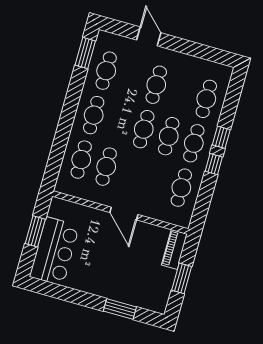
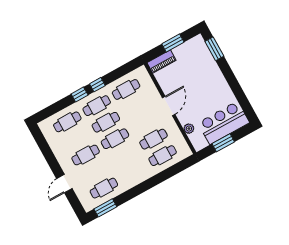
cafe table: (94, 115) -> (133, 172), removed
plant: (82, 211) -> (189, 129), added
window: (120, 309) -> (214, 49), moved

